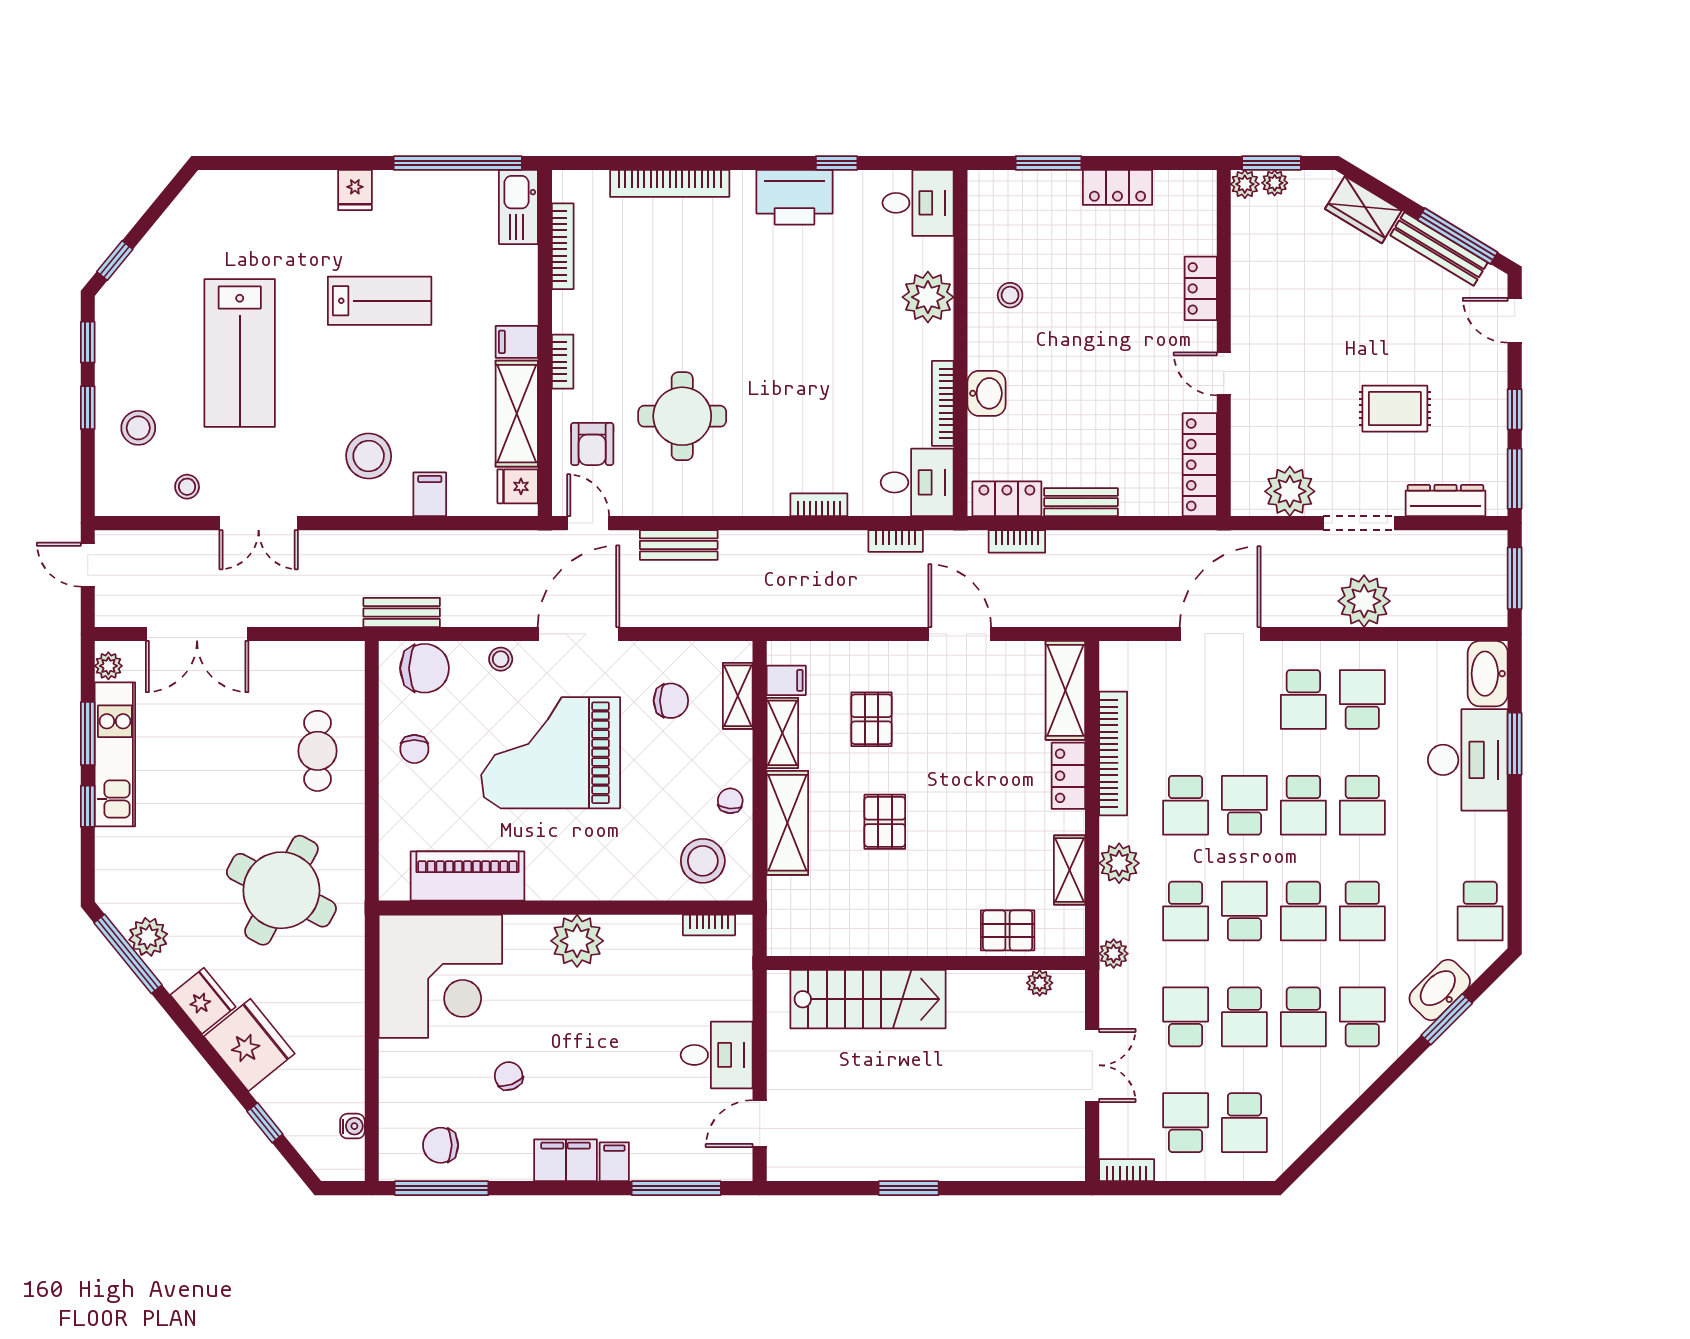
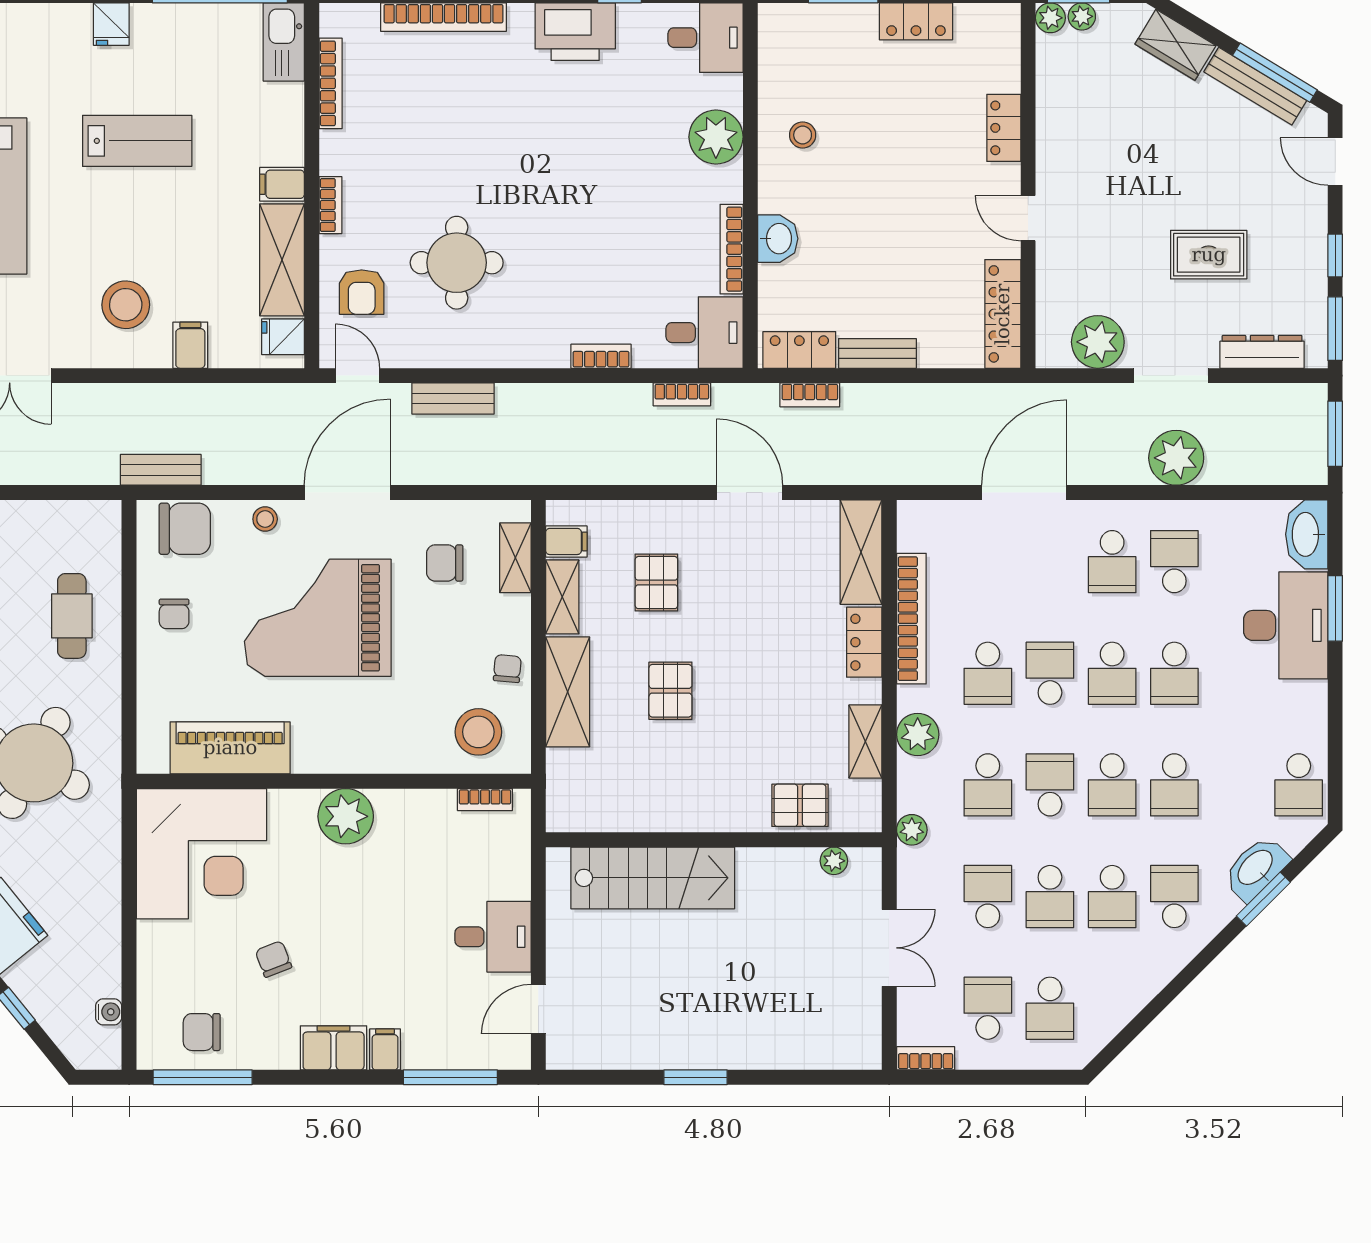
chair: (671, 701) -> (445, 563), turned 180

